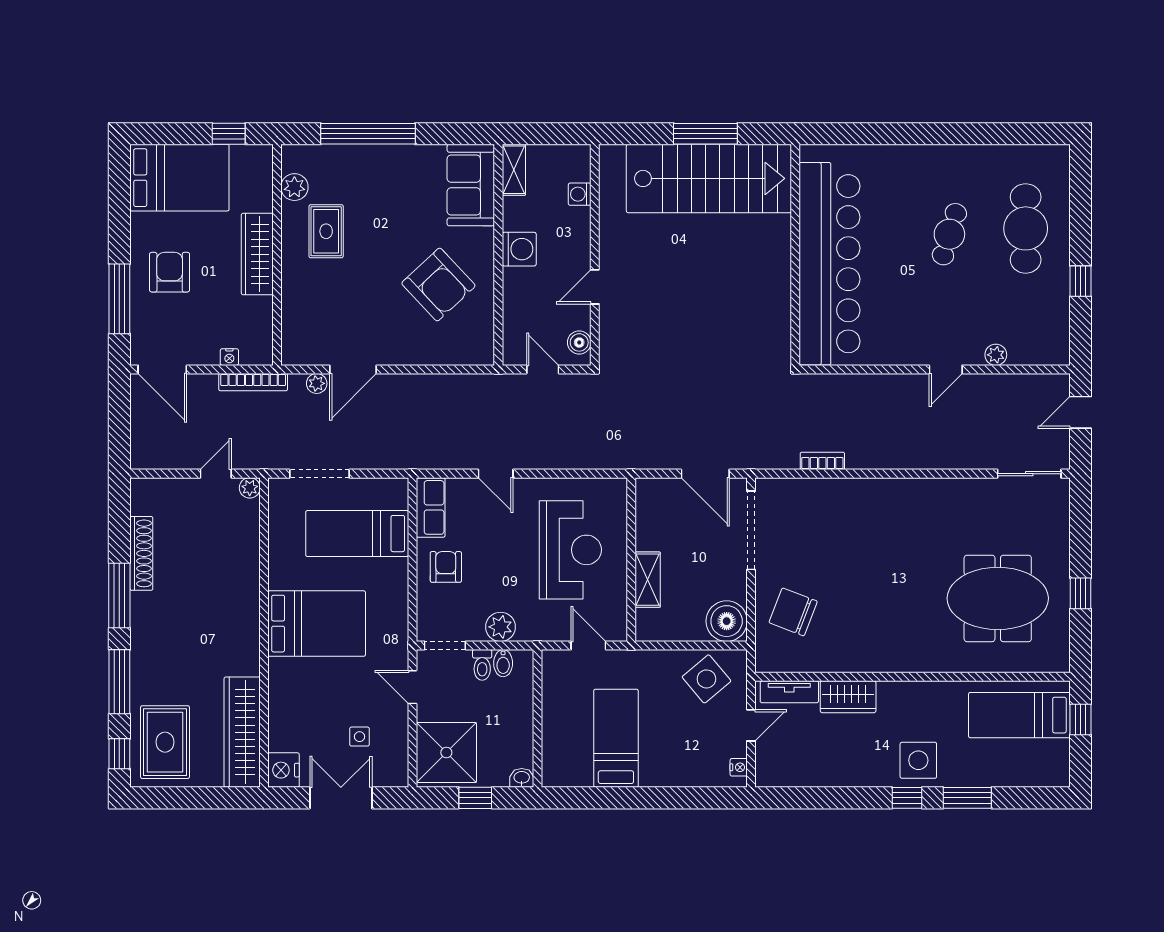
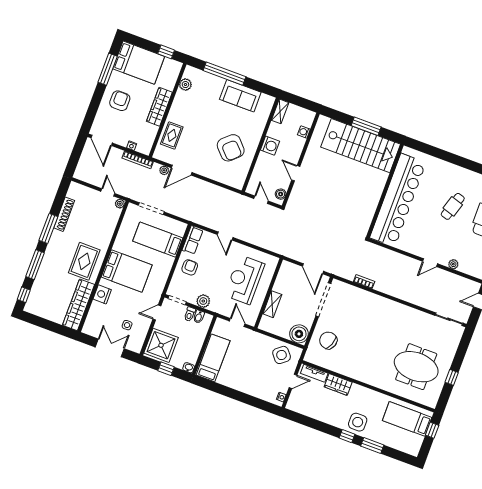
sofa: (471, 185) -> (240, 96), moved, turned -90
rug: (326, 231) -> (172, 135), moved
door: (595, 287) -> (296, 173), hinge flipped
window: (119, 299) -> (108, 69), moved
door: (216, 474) -> (108, 192), hinge flipped
reception desk: (570, 550) -> (245, 280), turned 180
door: (412, 687) -> (157, 313), hinge flipped
bed: (616, 738) -> (213, 358), moved
rug: (165, 742) -> (84, 261), moved
nightstand: (283, 770) -> (102, 294), moved

